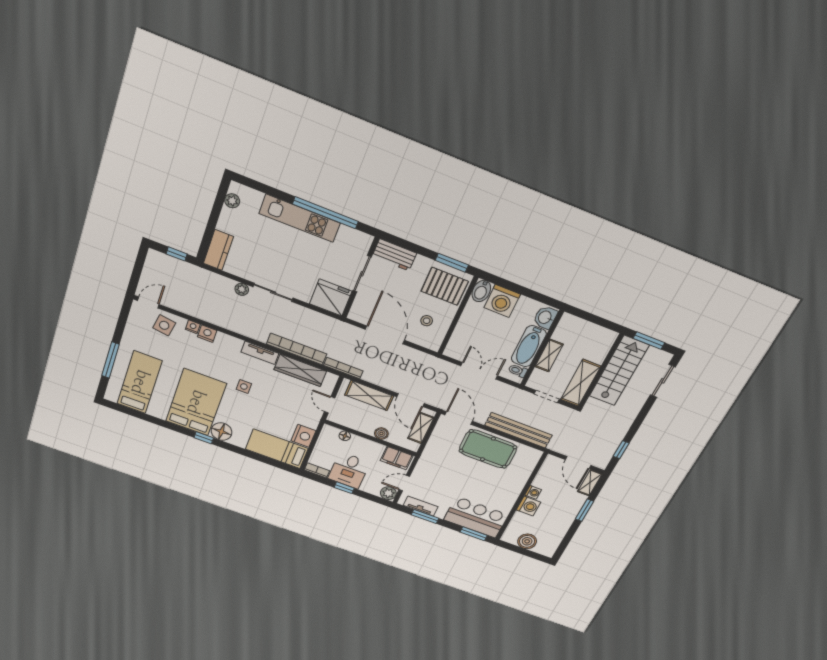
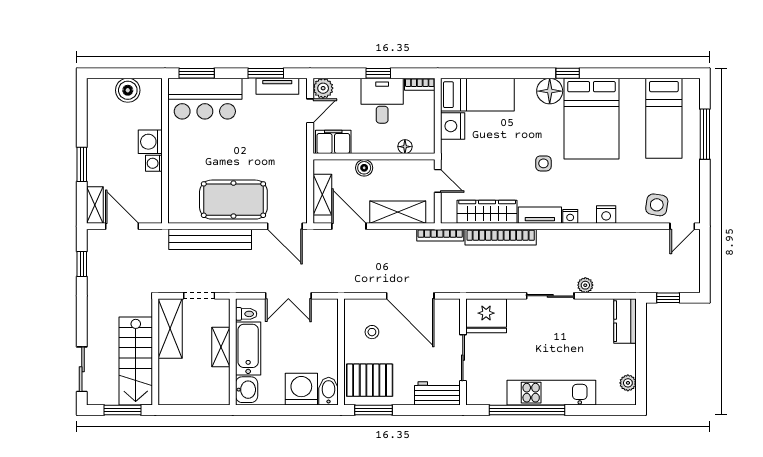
nightstand: (193, 327) -> (570, 216), moved

